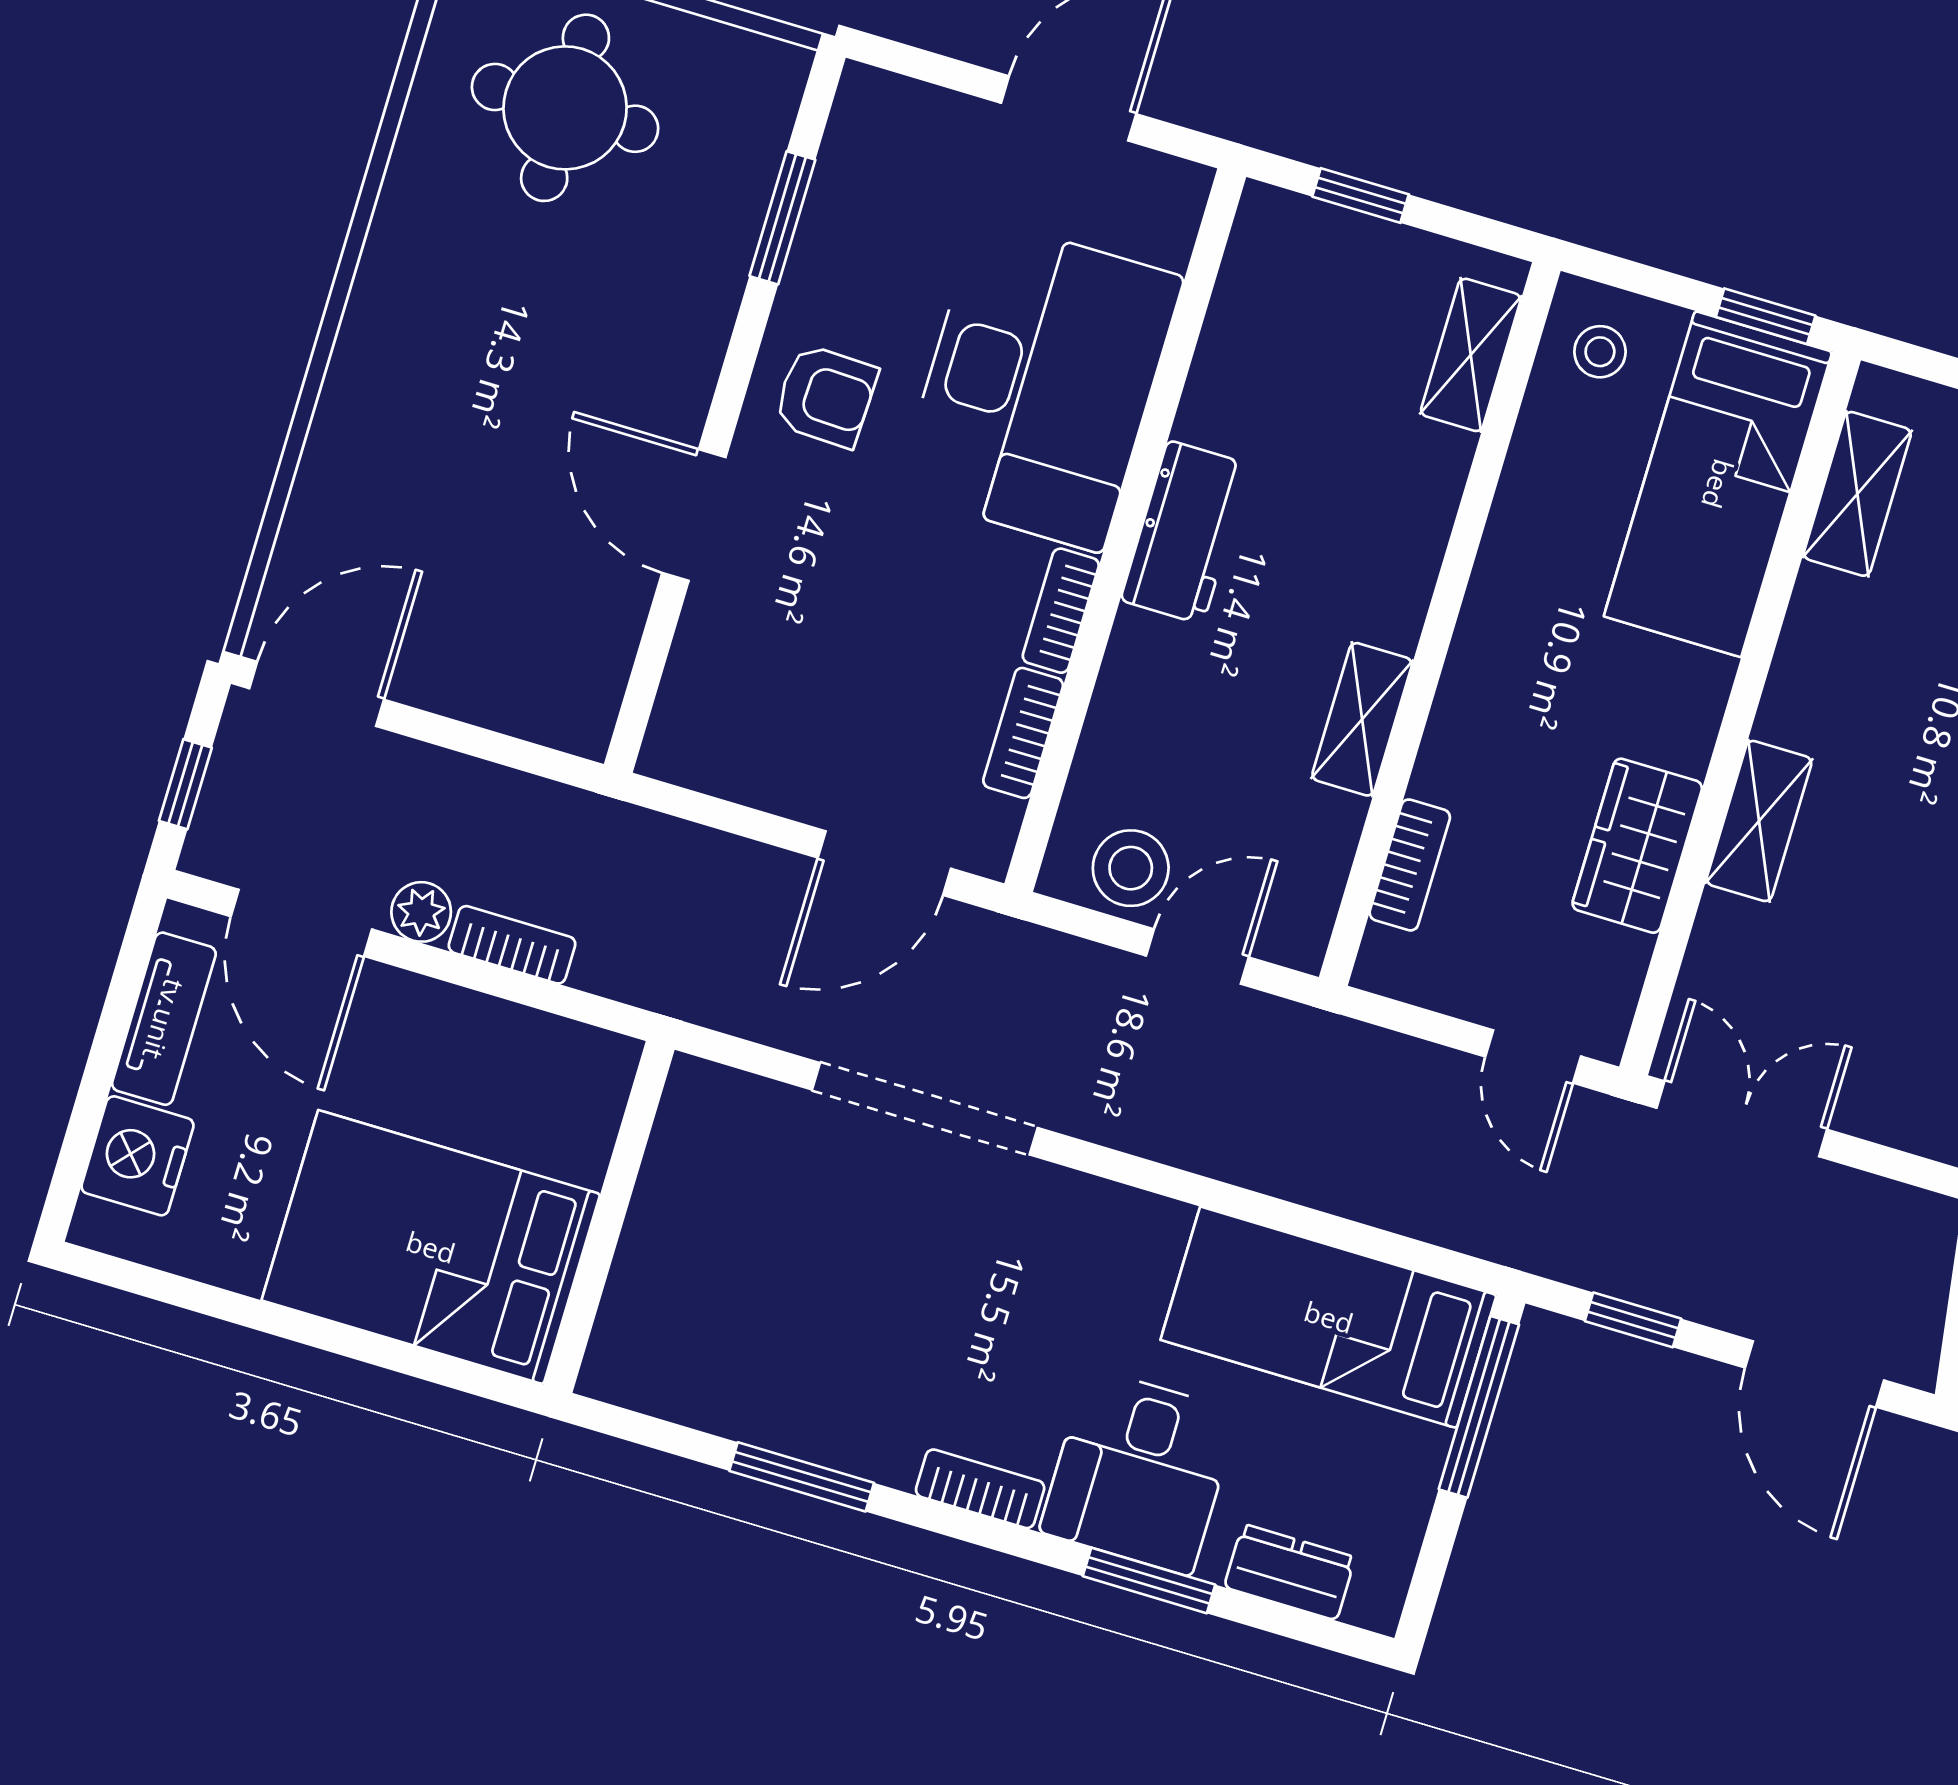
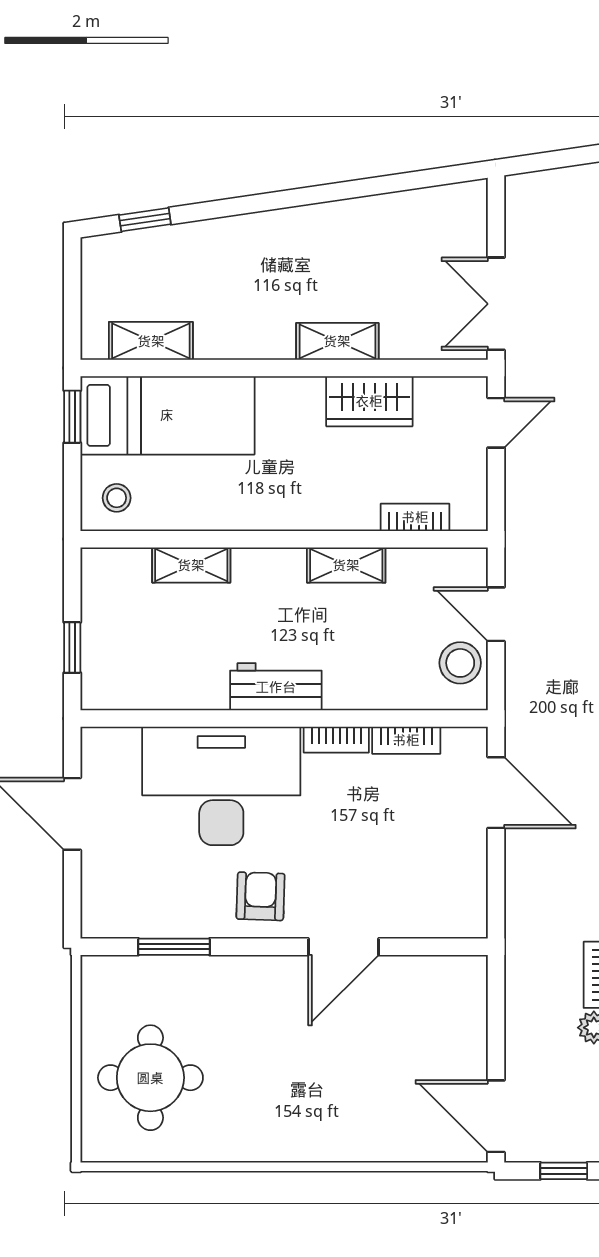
shelving: (1471, 355) -> (191, 565), moved

